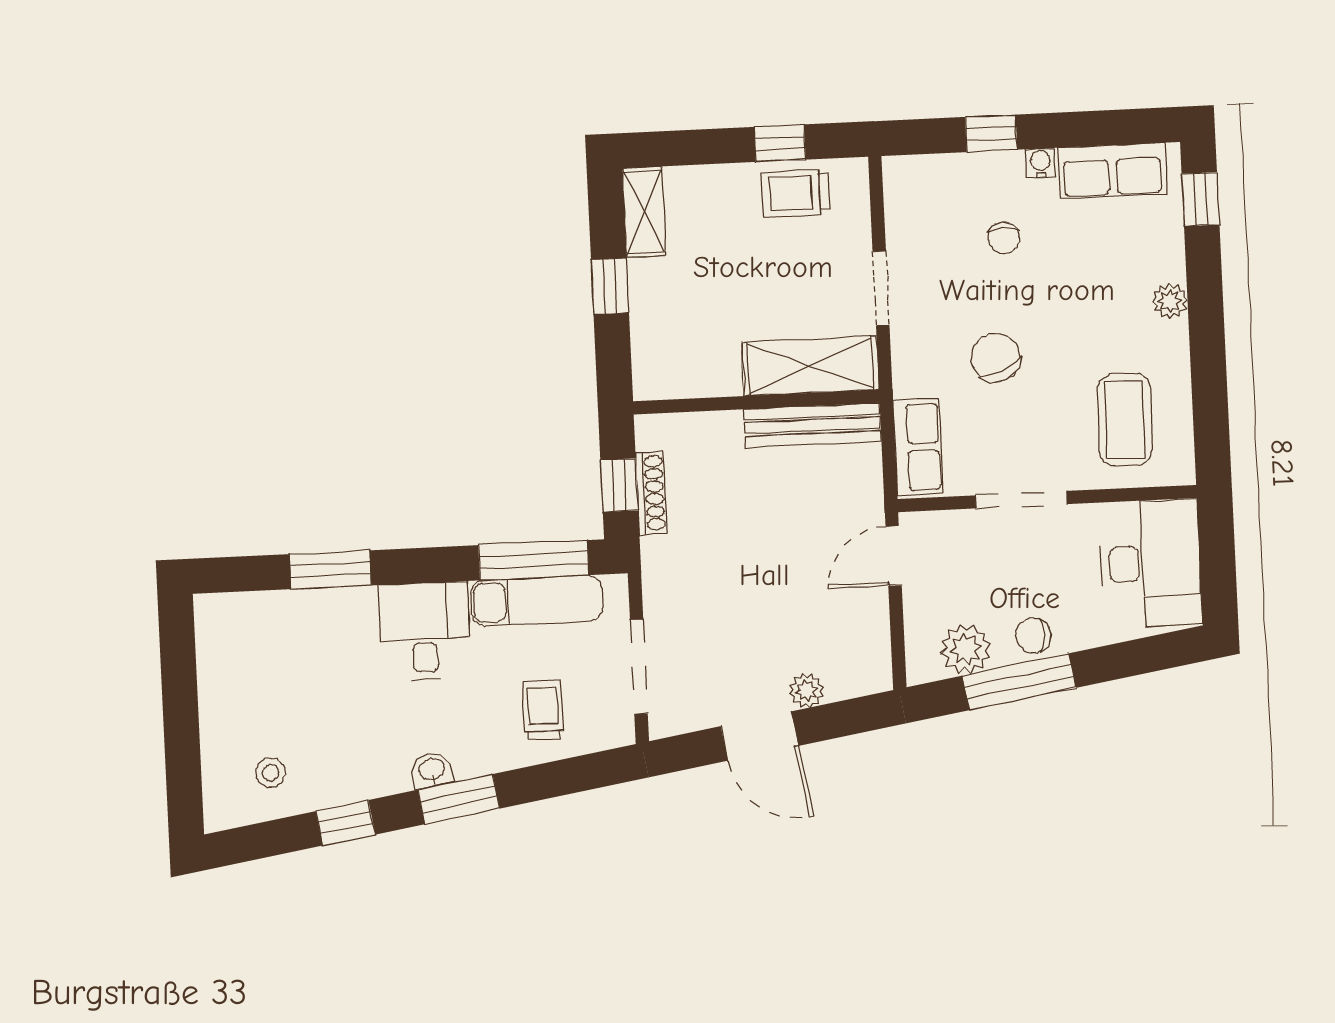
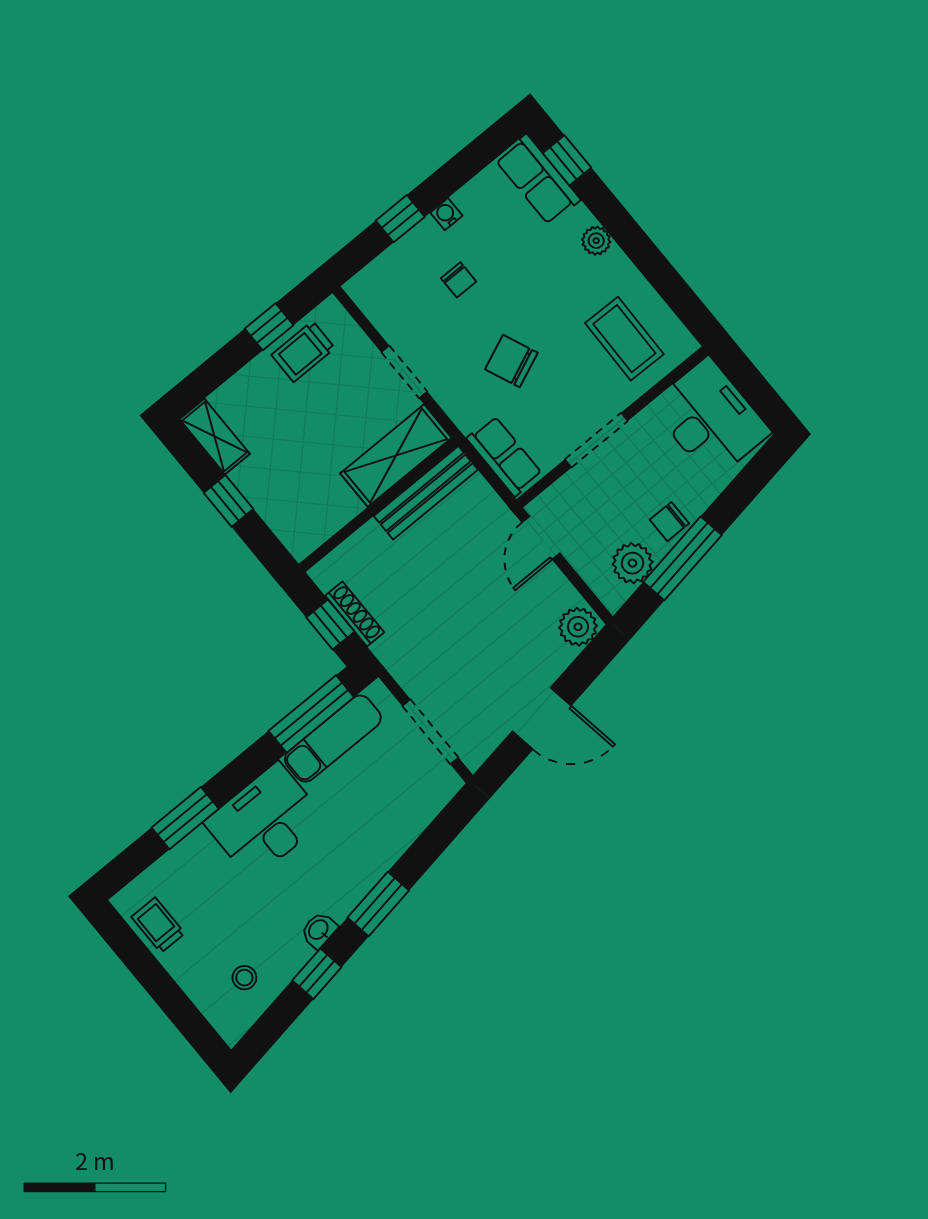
row of seats: (1112, 171) -> (538, 180), moved, turned 90
desk: (424, 631) -> (265, 821), width x1.37
plant: (806, 691) -> (578, 627), moved, width x1.38, depth x1.38
trolley: (543, 710) -> (158, 925), moved
washbasin: (432, 770) -> (319, 930), moved

